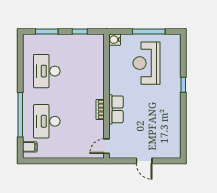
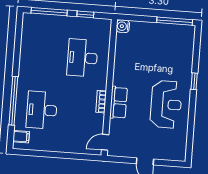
window: (47, 31) -> (49, 12), width x1.44
window: (149, 31) -> (175, 21), moved
reception desk: (147, 63) -> (166, 104), moved, turned 180
desk: (47, 71) -> (82, 58), moved

